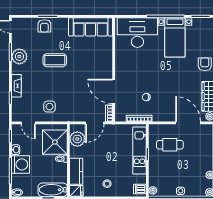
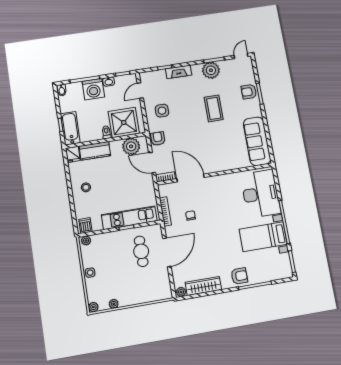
door: (114, 92) -> (191, 178), hinge flipped
armchair: (74, 114) -> (158, 139), added
door: (188, 123) -> (167, 252), moved

